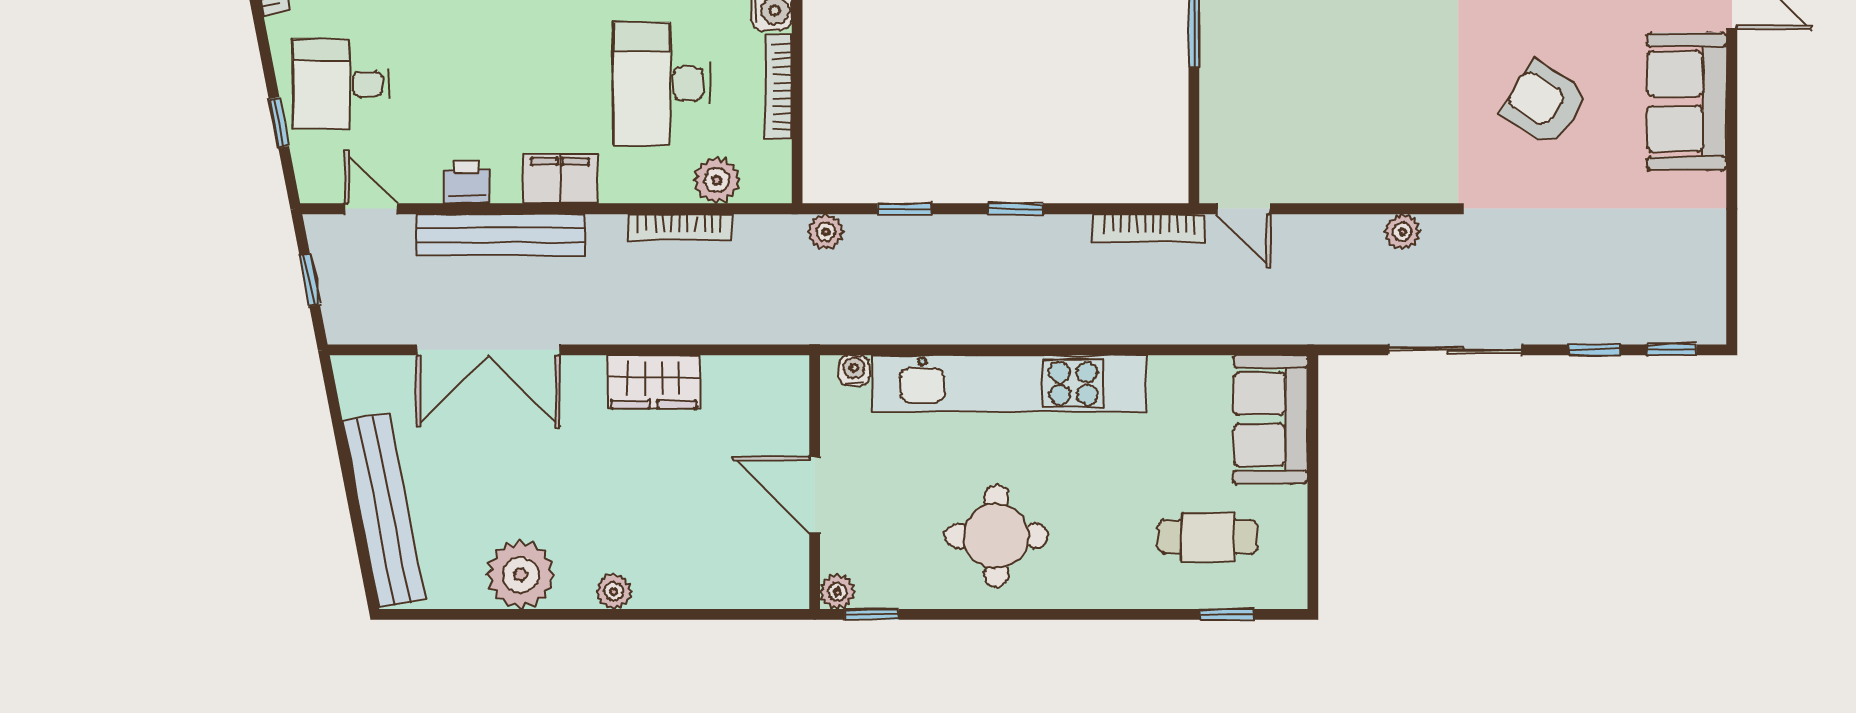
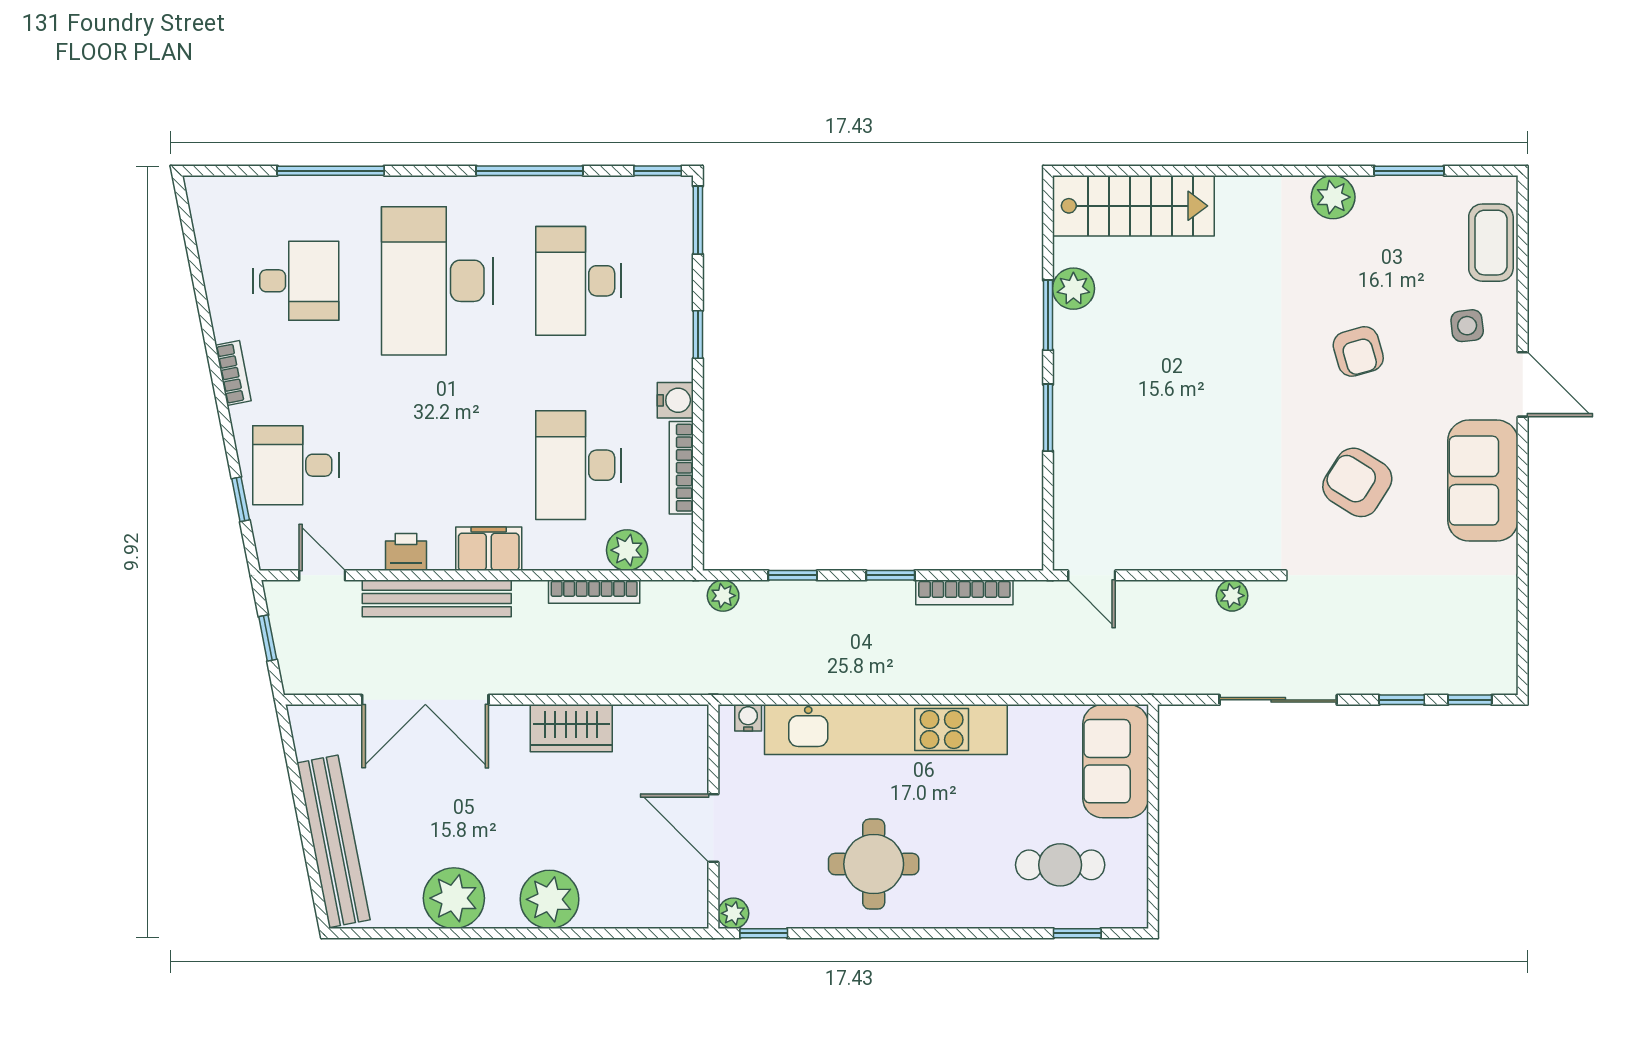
bookcase: (1149, 228) -> (964, 592), moved
plant: (614, 591) -> (550, 899), width x1.87, depth x1.87

